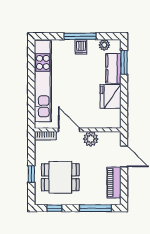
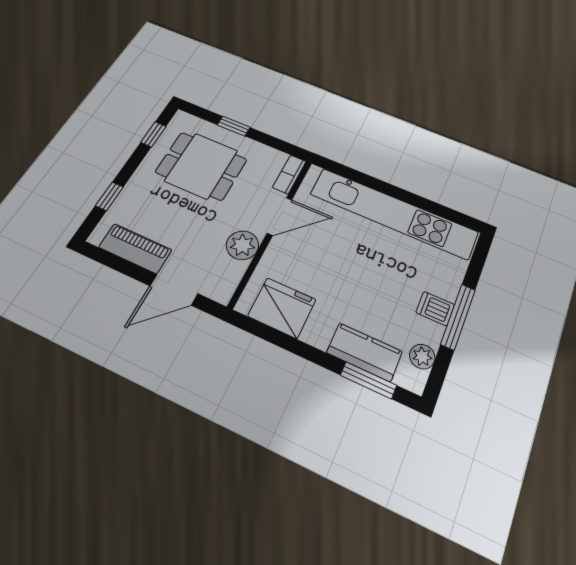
fridge: (111, 96) -> (282, 308), moved
dining table: (60, 177) -> (201, 166), turned 90
window: (95, 208) -> (109, 196), width x0.46

